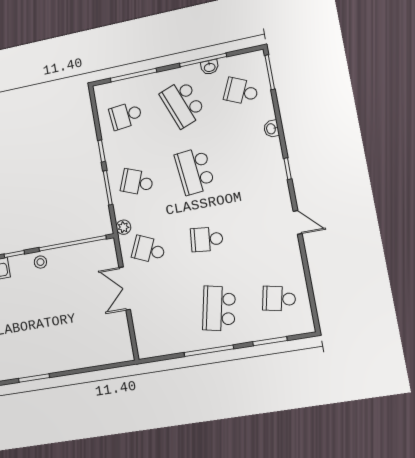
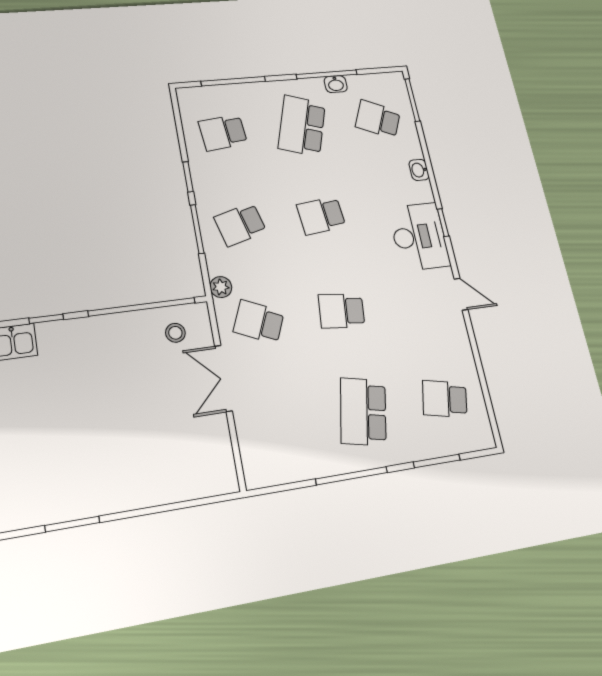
school desk: (183, 104) -> (302, 126), turned 39
school desk: (195, 171) -> (321, 216), width x0.54
desk: (268, 181) -> (419, 237), added
school desk: (137, 182) -> (240, 224), turned -36
stool: (40, 262) -> (175, 333), moved

